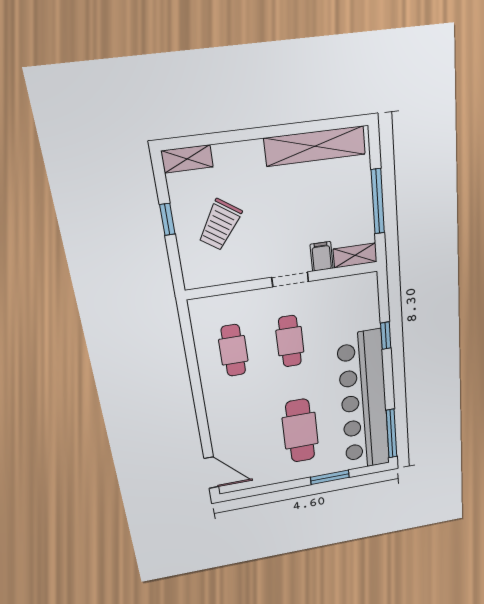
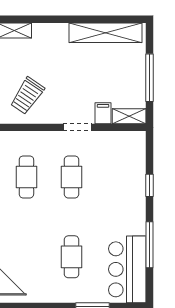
trolley: (220, 225) -> (27, 96), moved
bar counter: (364, 402) -> (127, 269), width x0.54
cafe table: (300, 431) -> (72, 257), width x0.73, depth x0.74
window: (391, 434) -> (150, 245), moved

